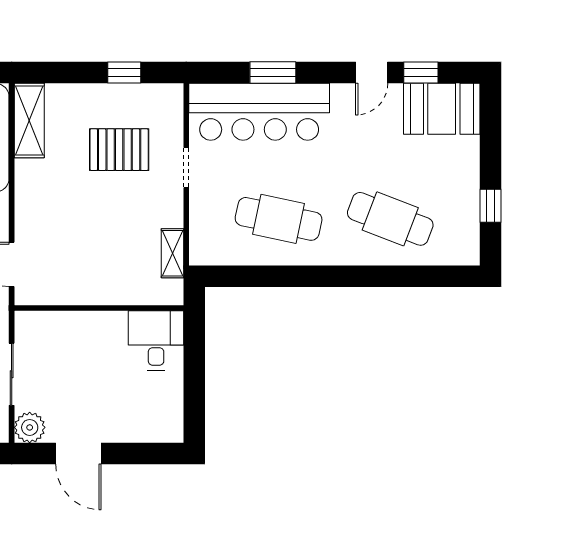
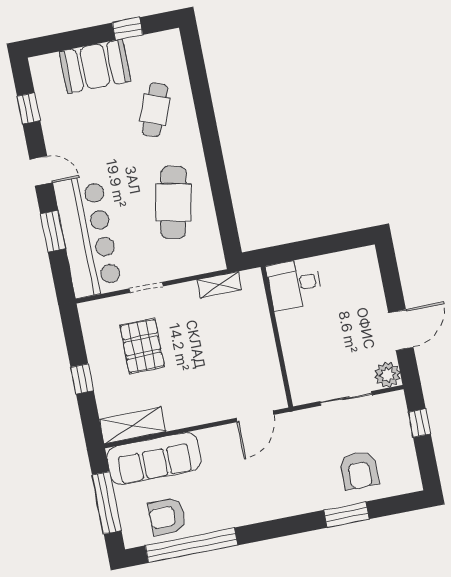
window: (124, 73) -> (82, 379), moved
door: (372, 73) -> (41, 171), moved
booth: (442, 109) -> (95, 66), moved, turned 90
cafe table: (390, 219) -> (155, 110), width x0.73, depth x0.74

